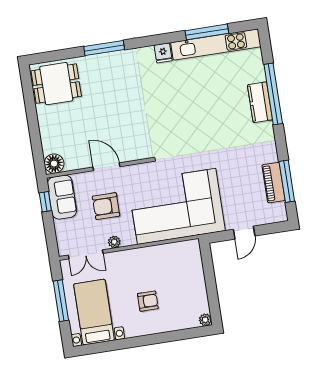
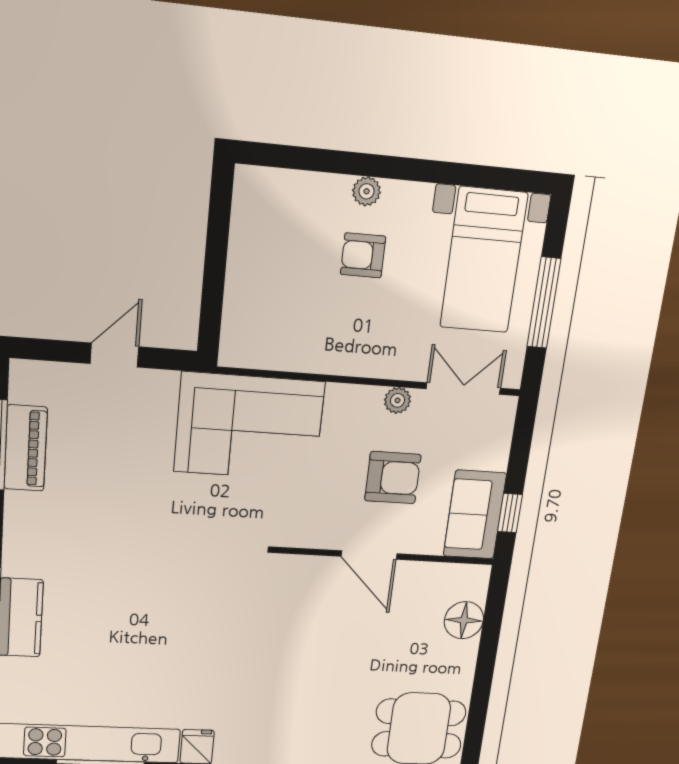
floor lamp: (54, 164) -> (464, 620), moved
corner sofa: (177, 206) -> (249, 427), width x0.73, depth x0.74
plant: (205, 320) -> (367, 191), moved

